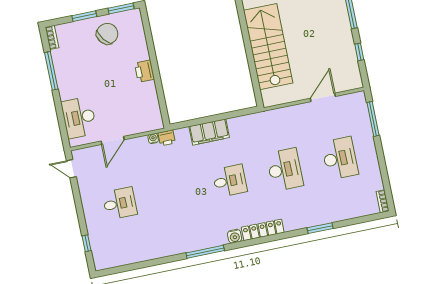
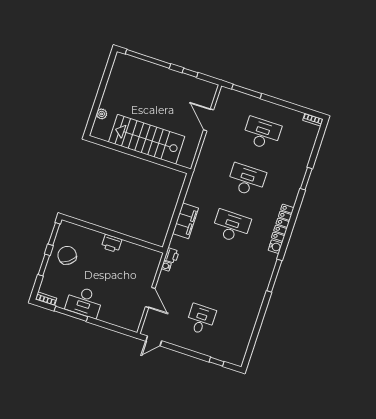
desk: (79, 118) -> (84, 302), moved
desk: (230, 181) -> (231, 226), width x1.37

